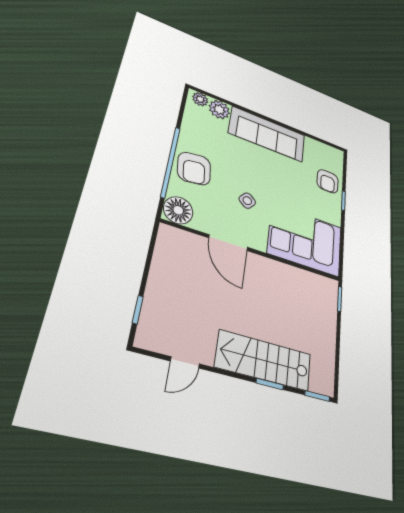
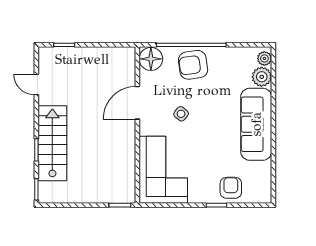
armchair: (328, 181) -> (231, 188), turned 90

